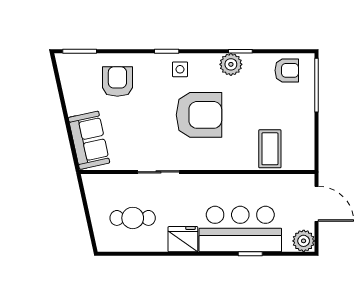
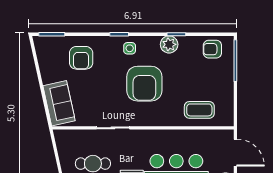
armchair: (287, 70) -> (212, 49), turned 180
armchair: (117, 82) -> (81, 58), turned 180
armchair: (199, 115) -> (144, 84), turned 90
coffee table: (270, 149) -> (199, 110), turned 90

